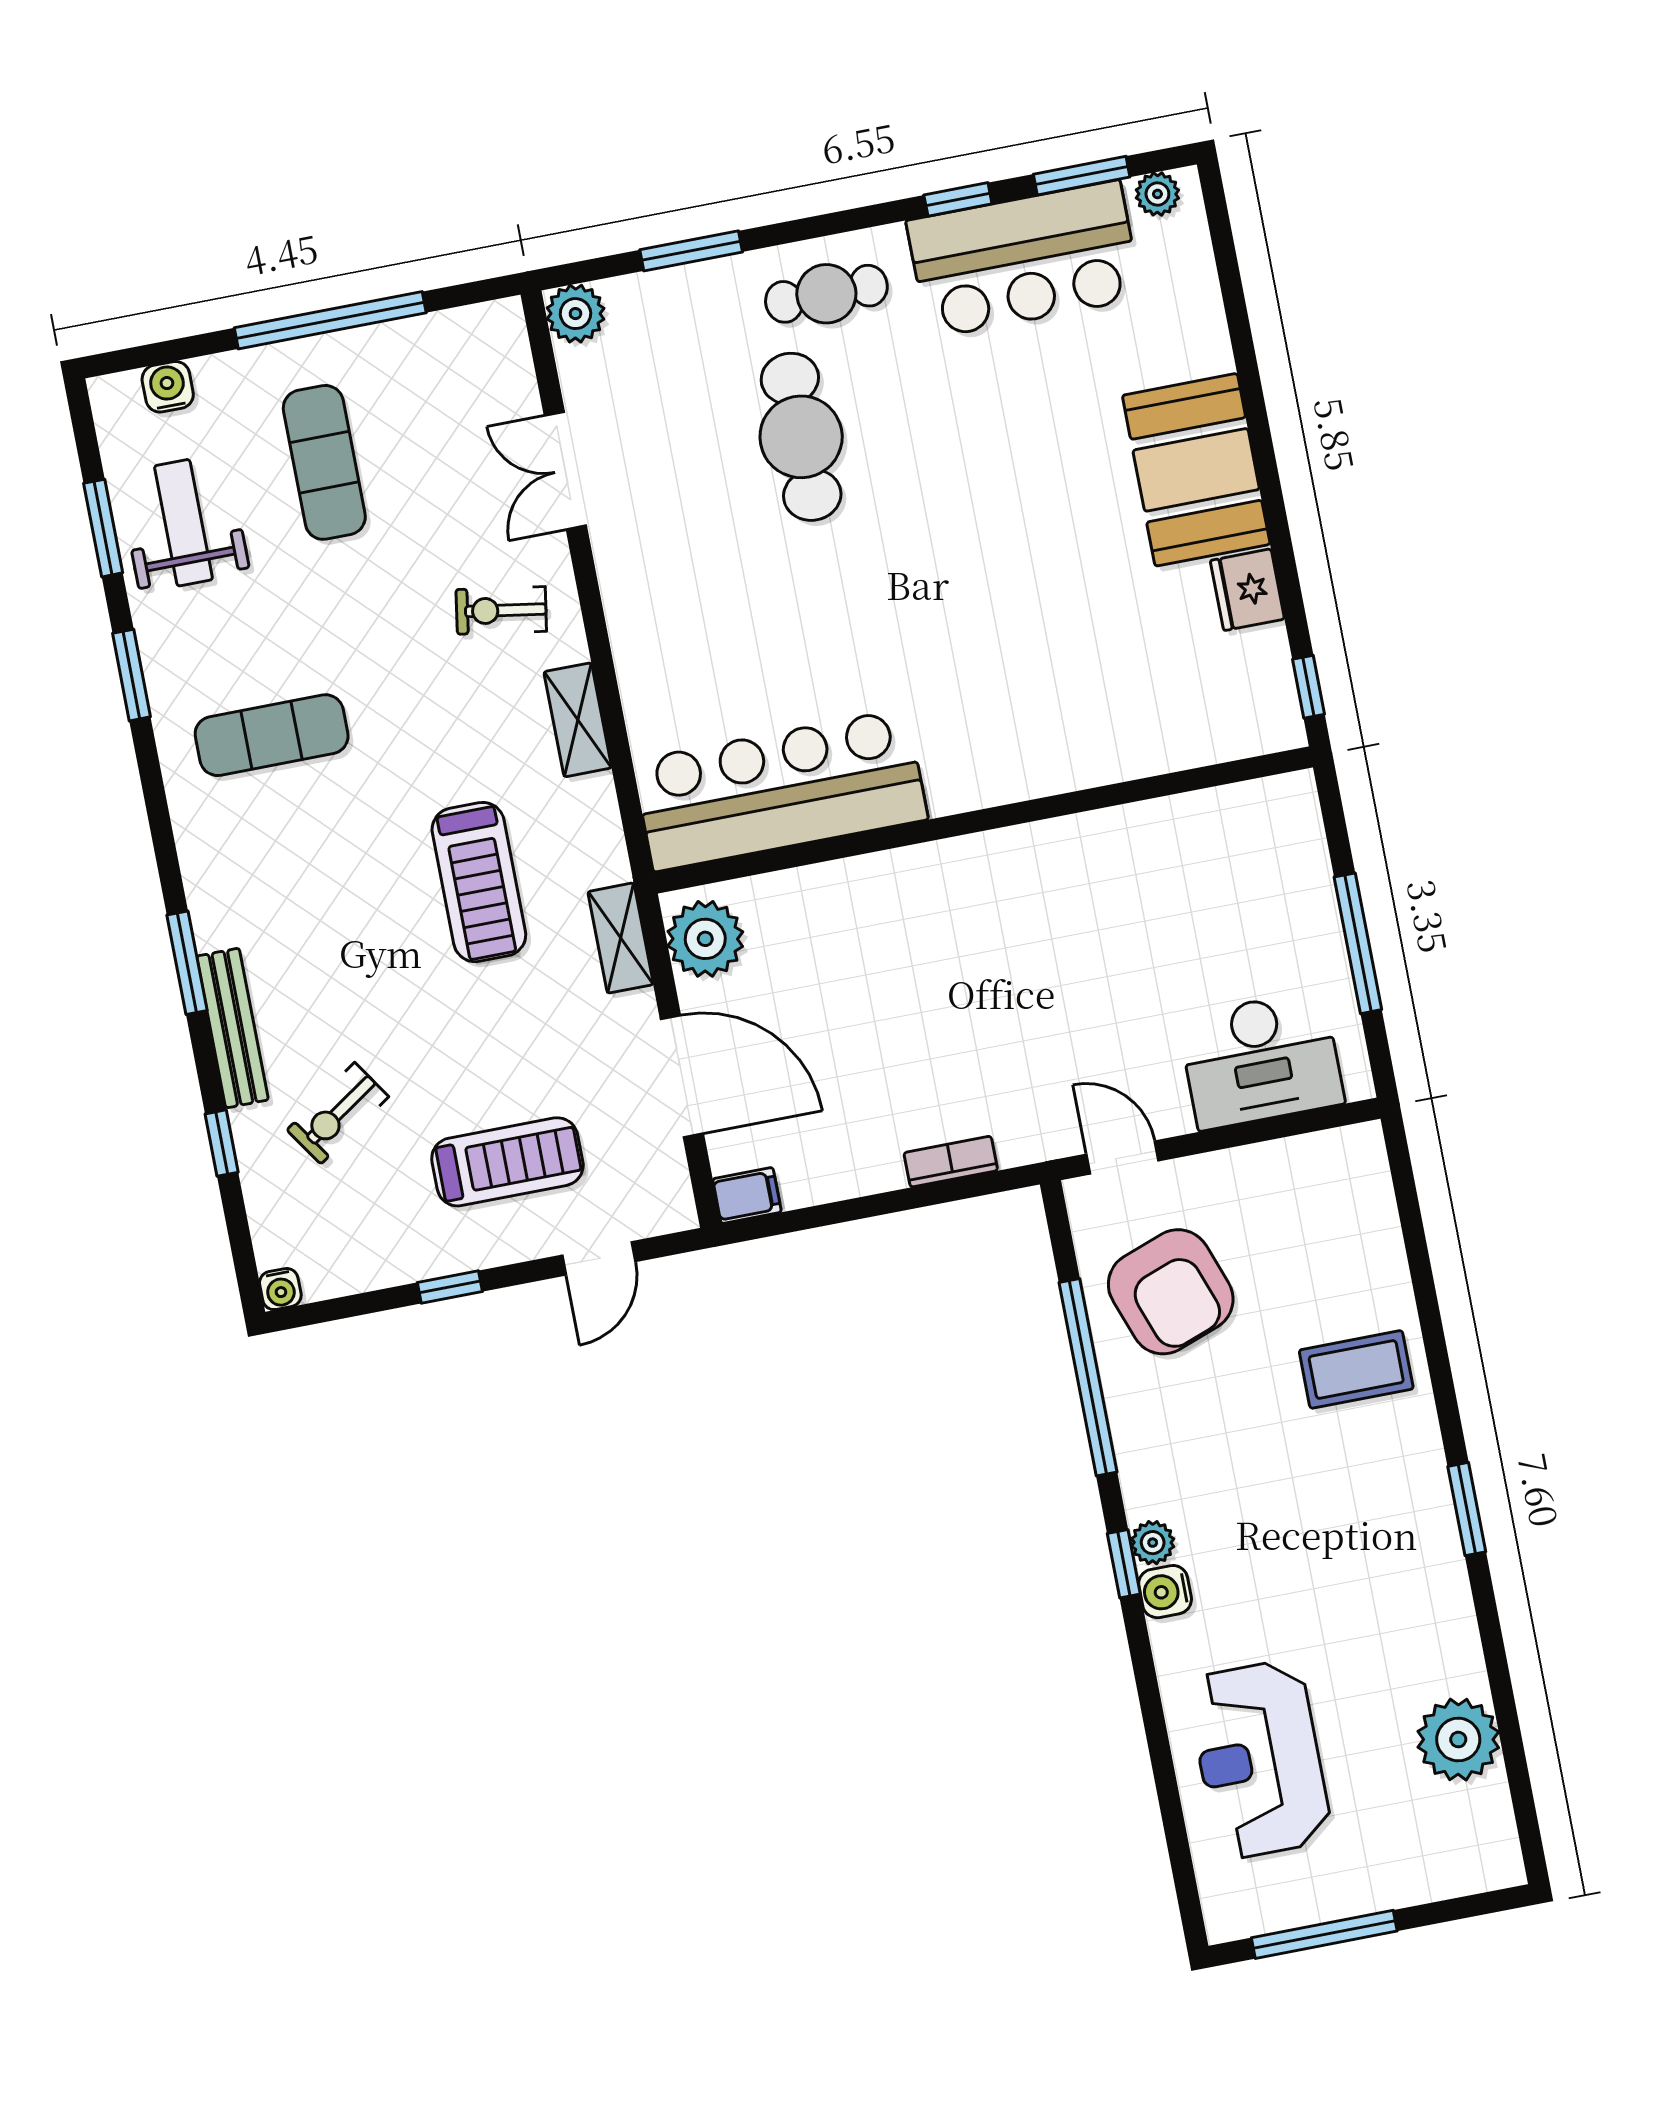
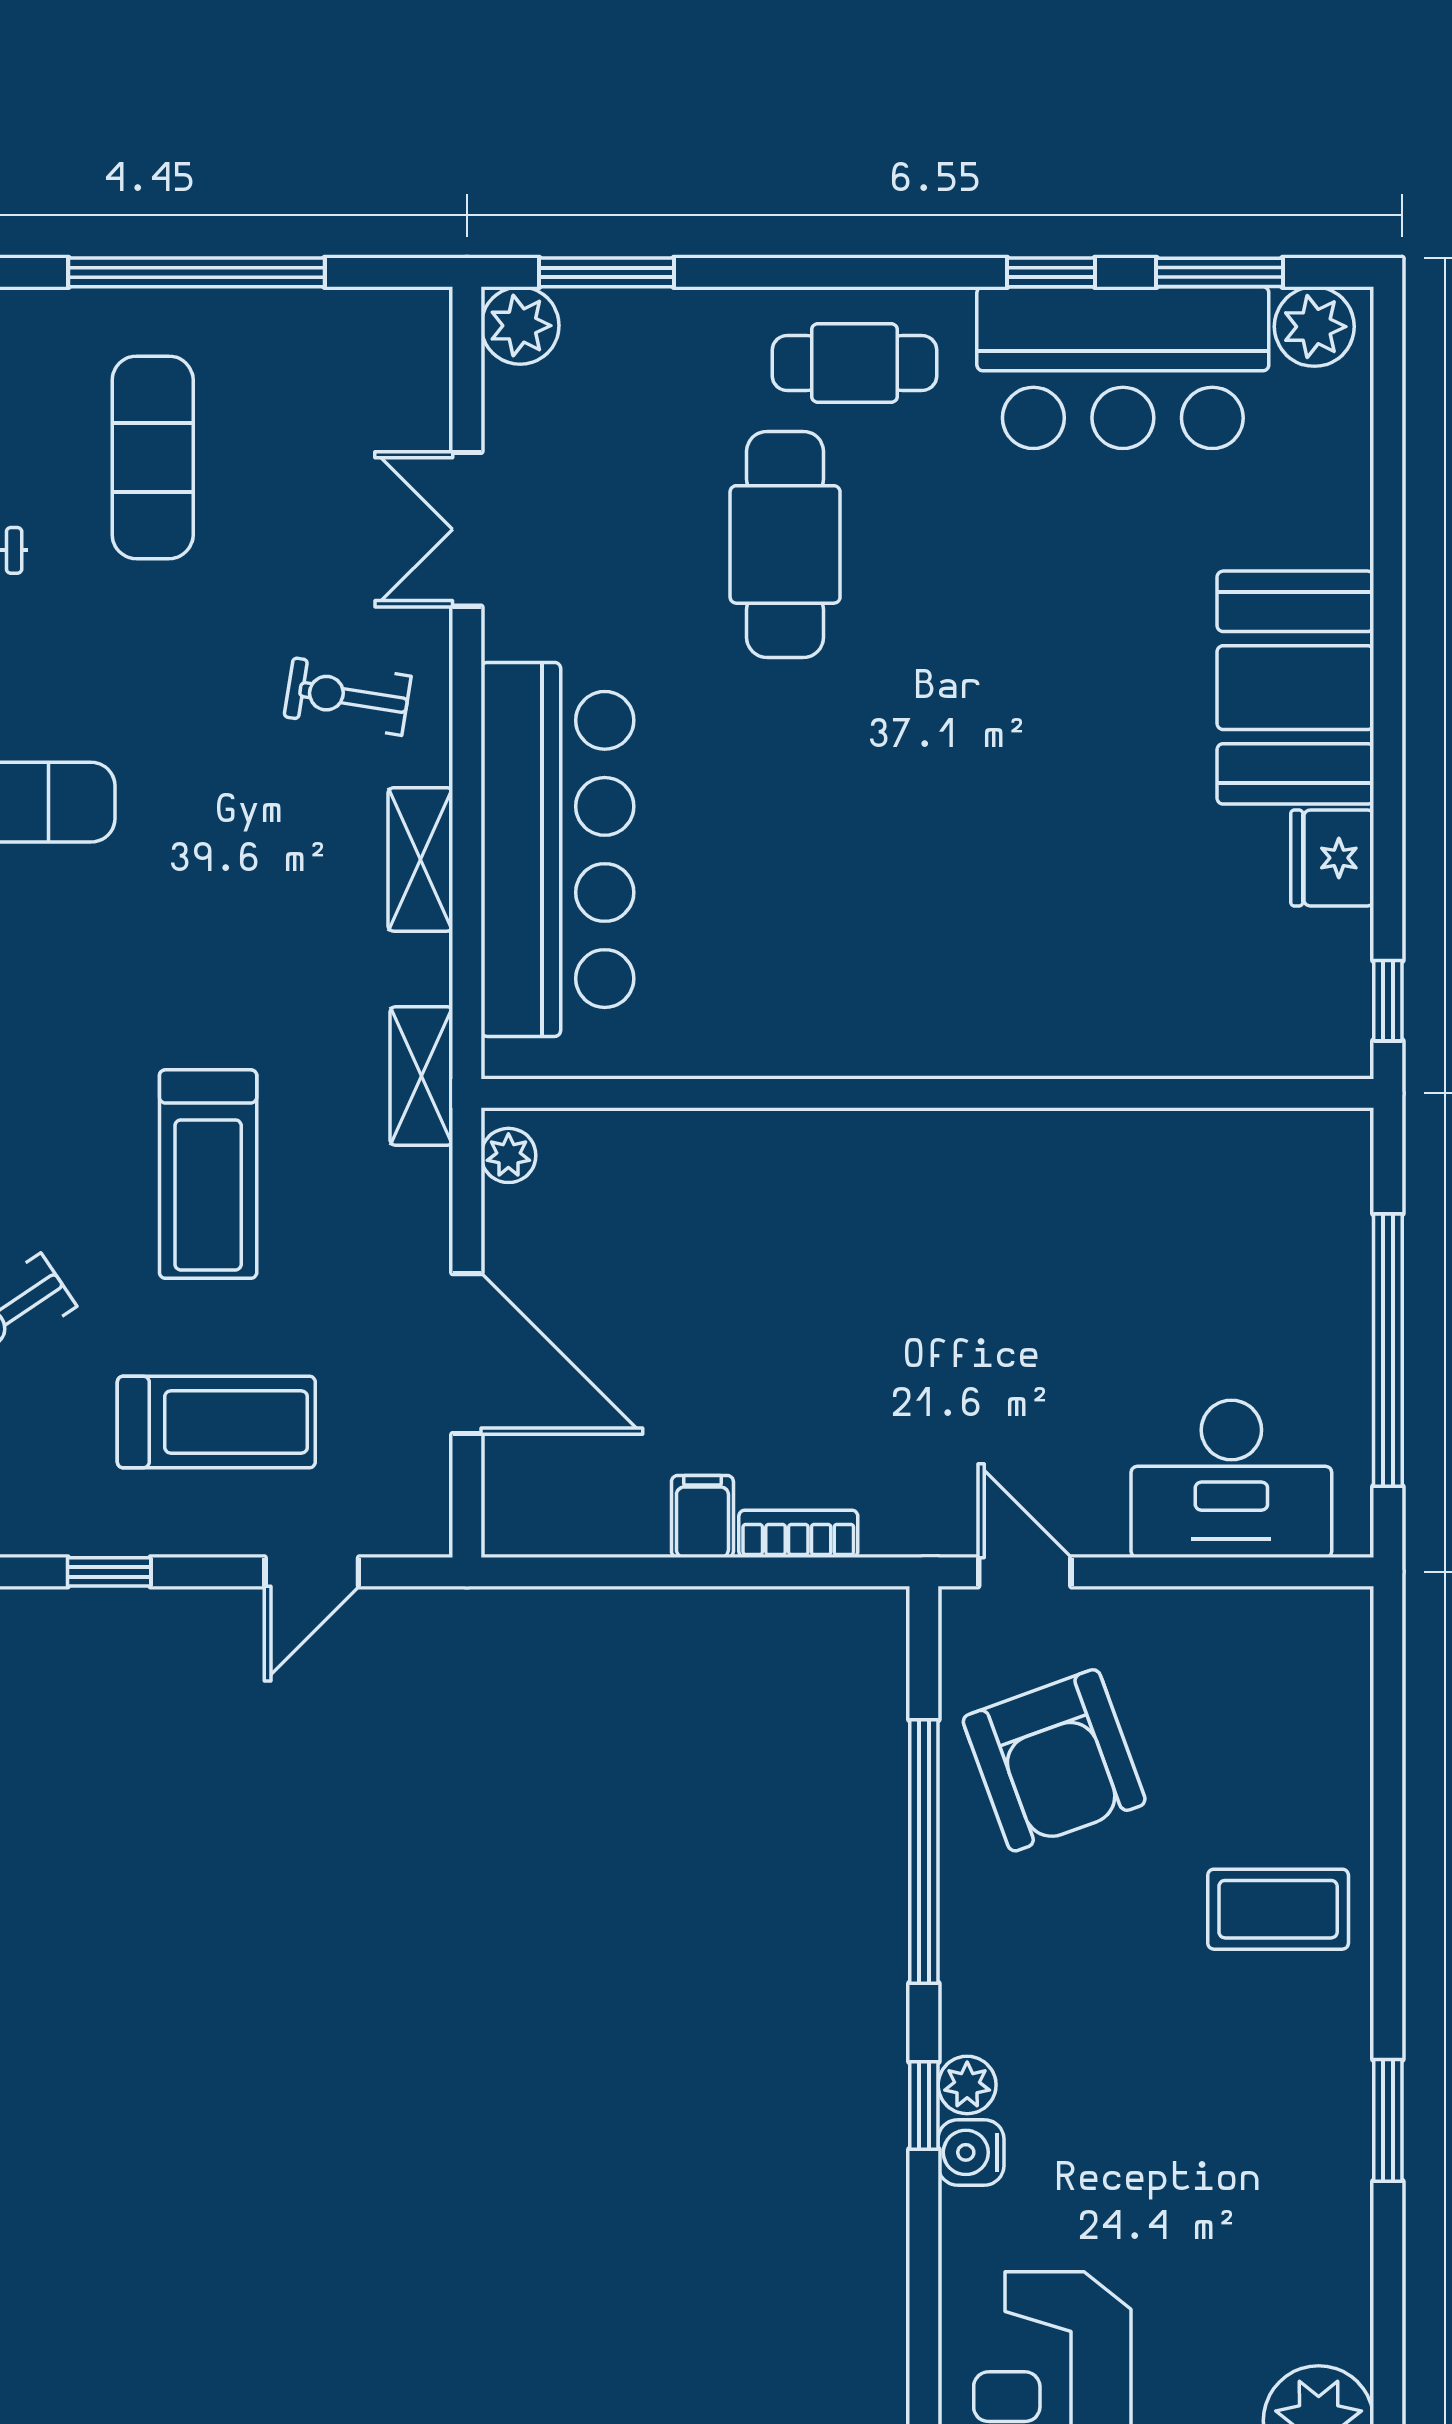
plant: (1157, 194) -> (1314, 327), width x1.38, depth x1.38
window: (691, 251) -> (606, 272), moved
bar counter: (780, 790) -> (557, 849), moved, turned 90
treadmill: (479, 882) -> (208, 1174), moved
shelving: (621, 938) -> (421, 1076), moved
plant: (705, 939) -> (508, 1155), width x0.53, depth x0.53
window: (1358, 943) -> (1388, 1350), width x1.46
filing cabinet: (747, 1195) -> (702, 1516), moved, turned -90

